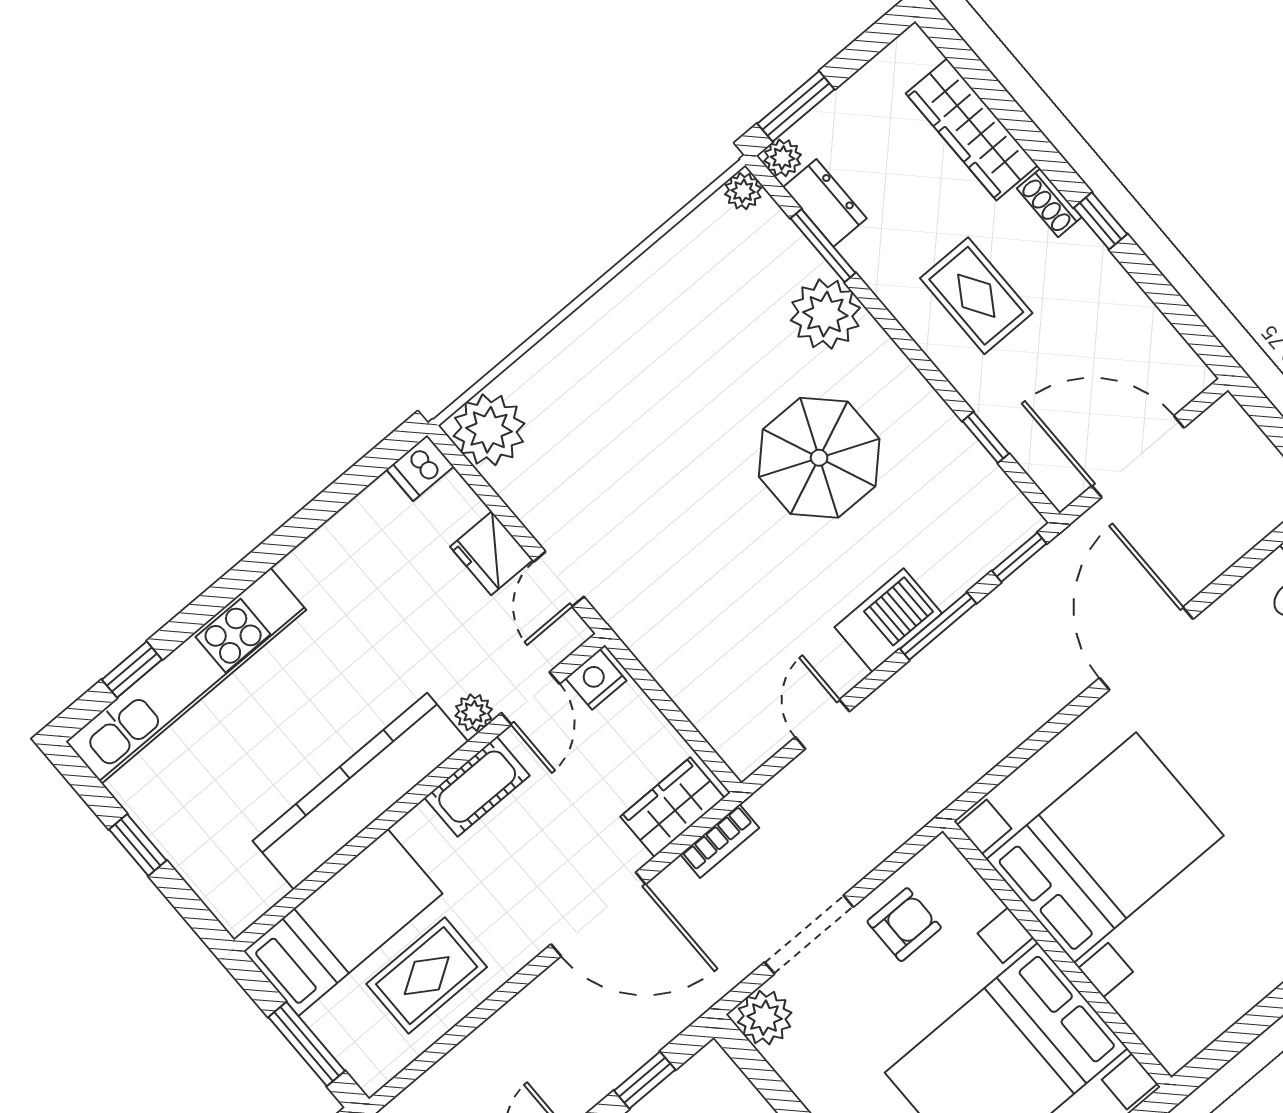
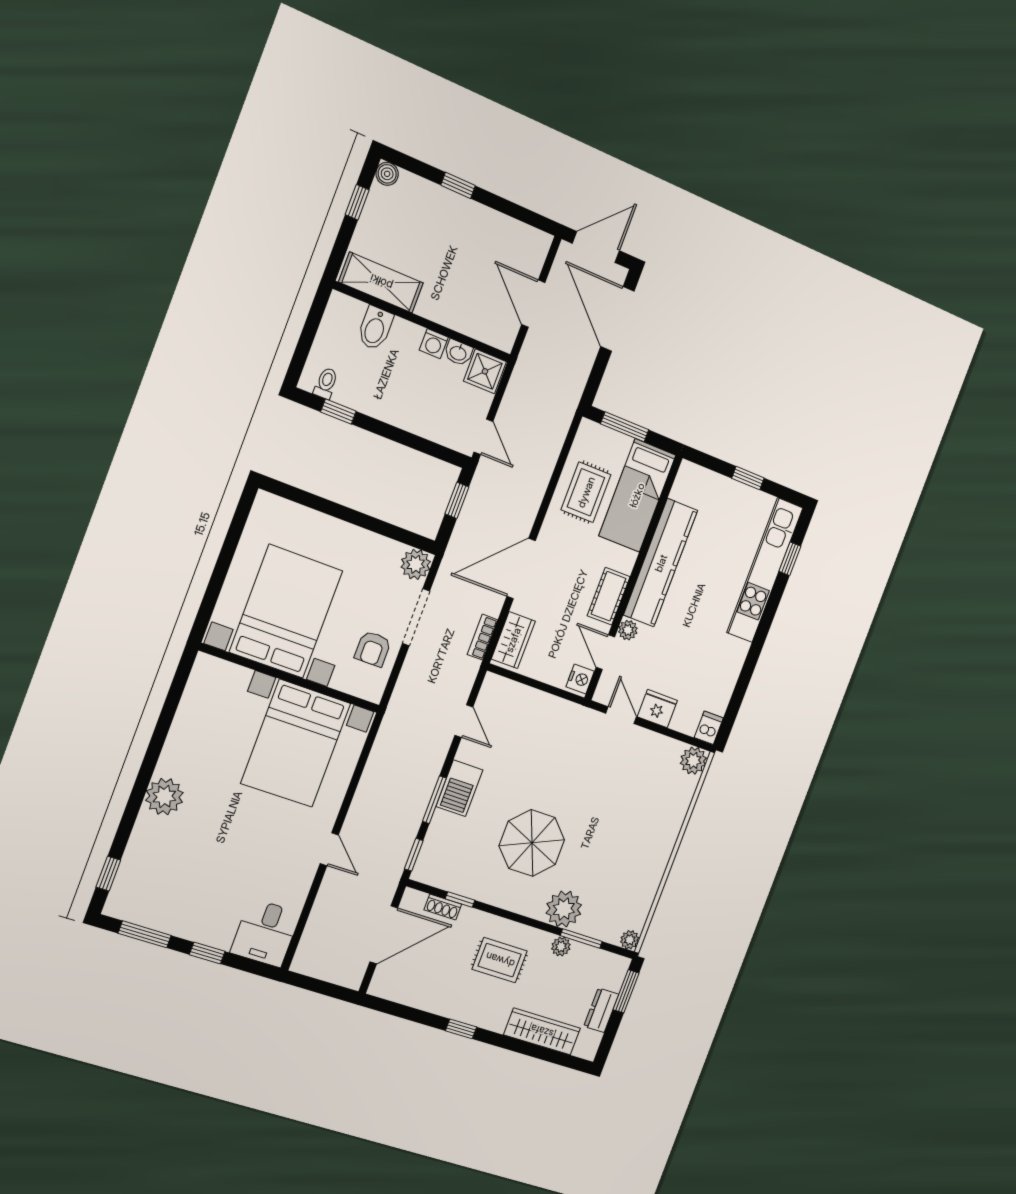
plant: (783, 158) -> (561, 947), moved
dresser: (825, 203) -> (601, 1010), moved, turned 90
shoe rack: (1049, 203) -> (443, 907), moved, turned 180
plant: (489, 430) -> (693, 761), width x0.73, depth x0.73
door: (1146, 649) -> (329, 849), width x0.53

